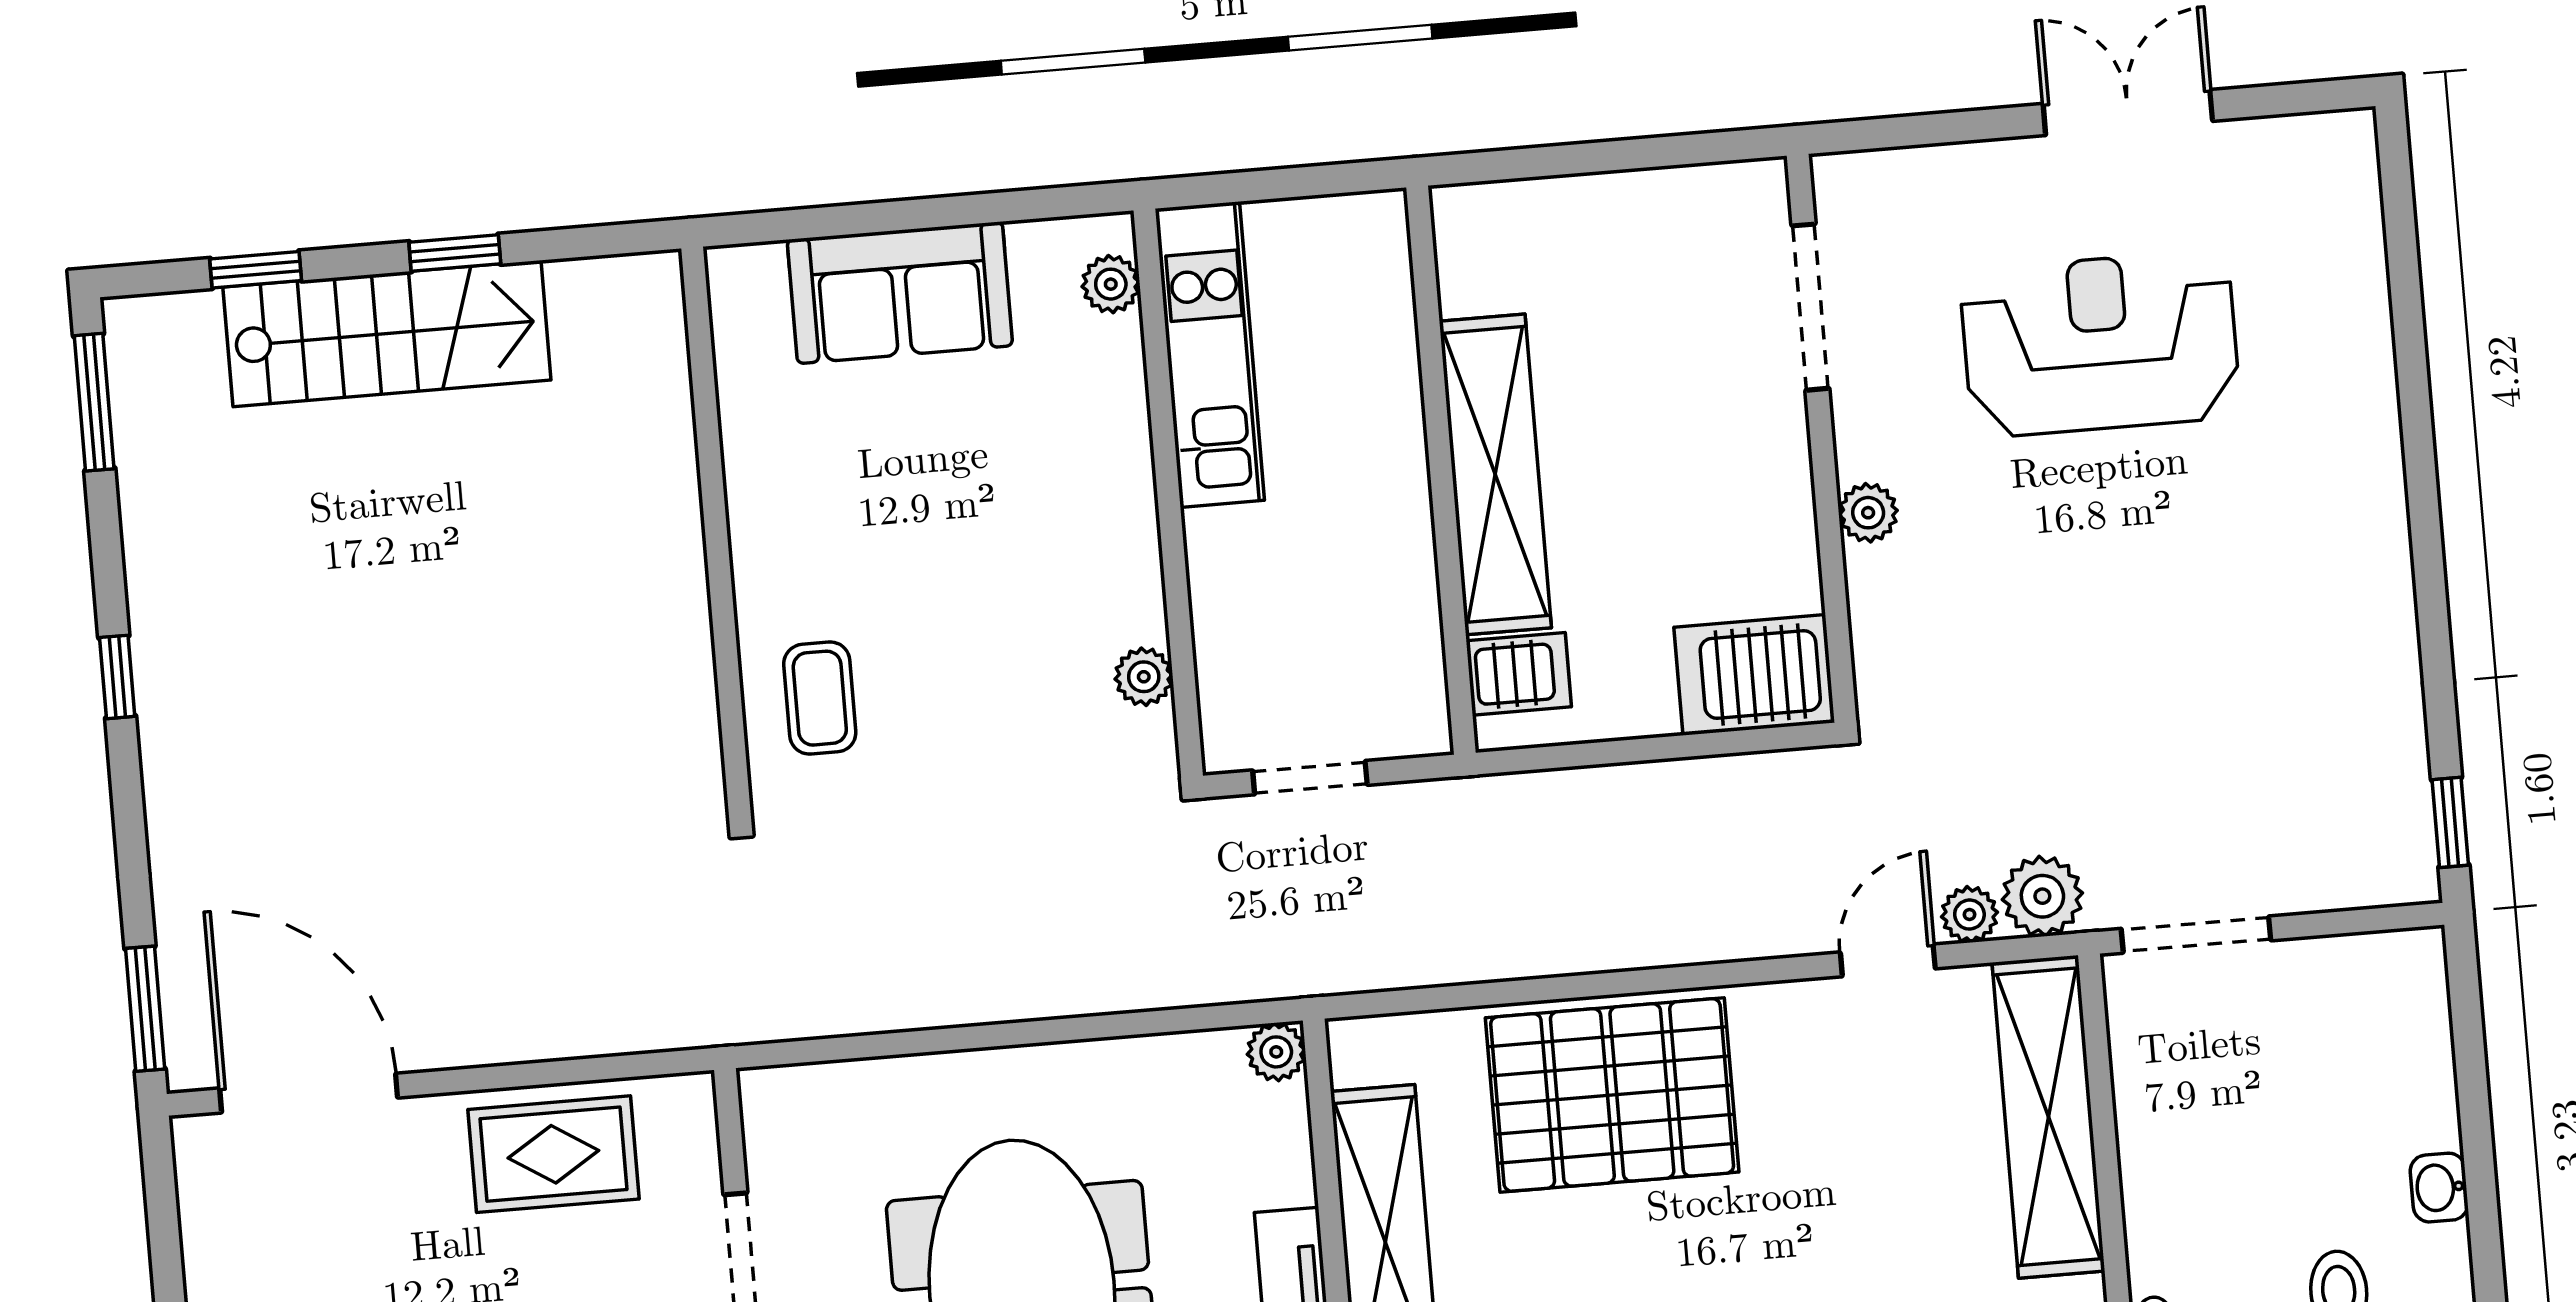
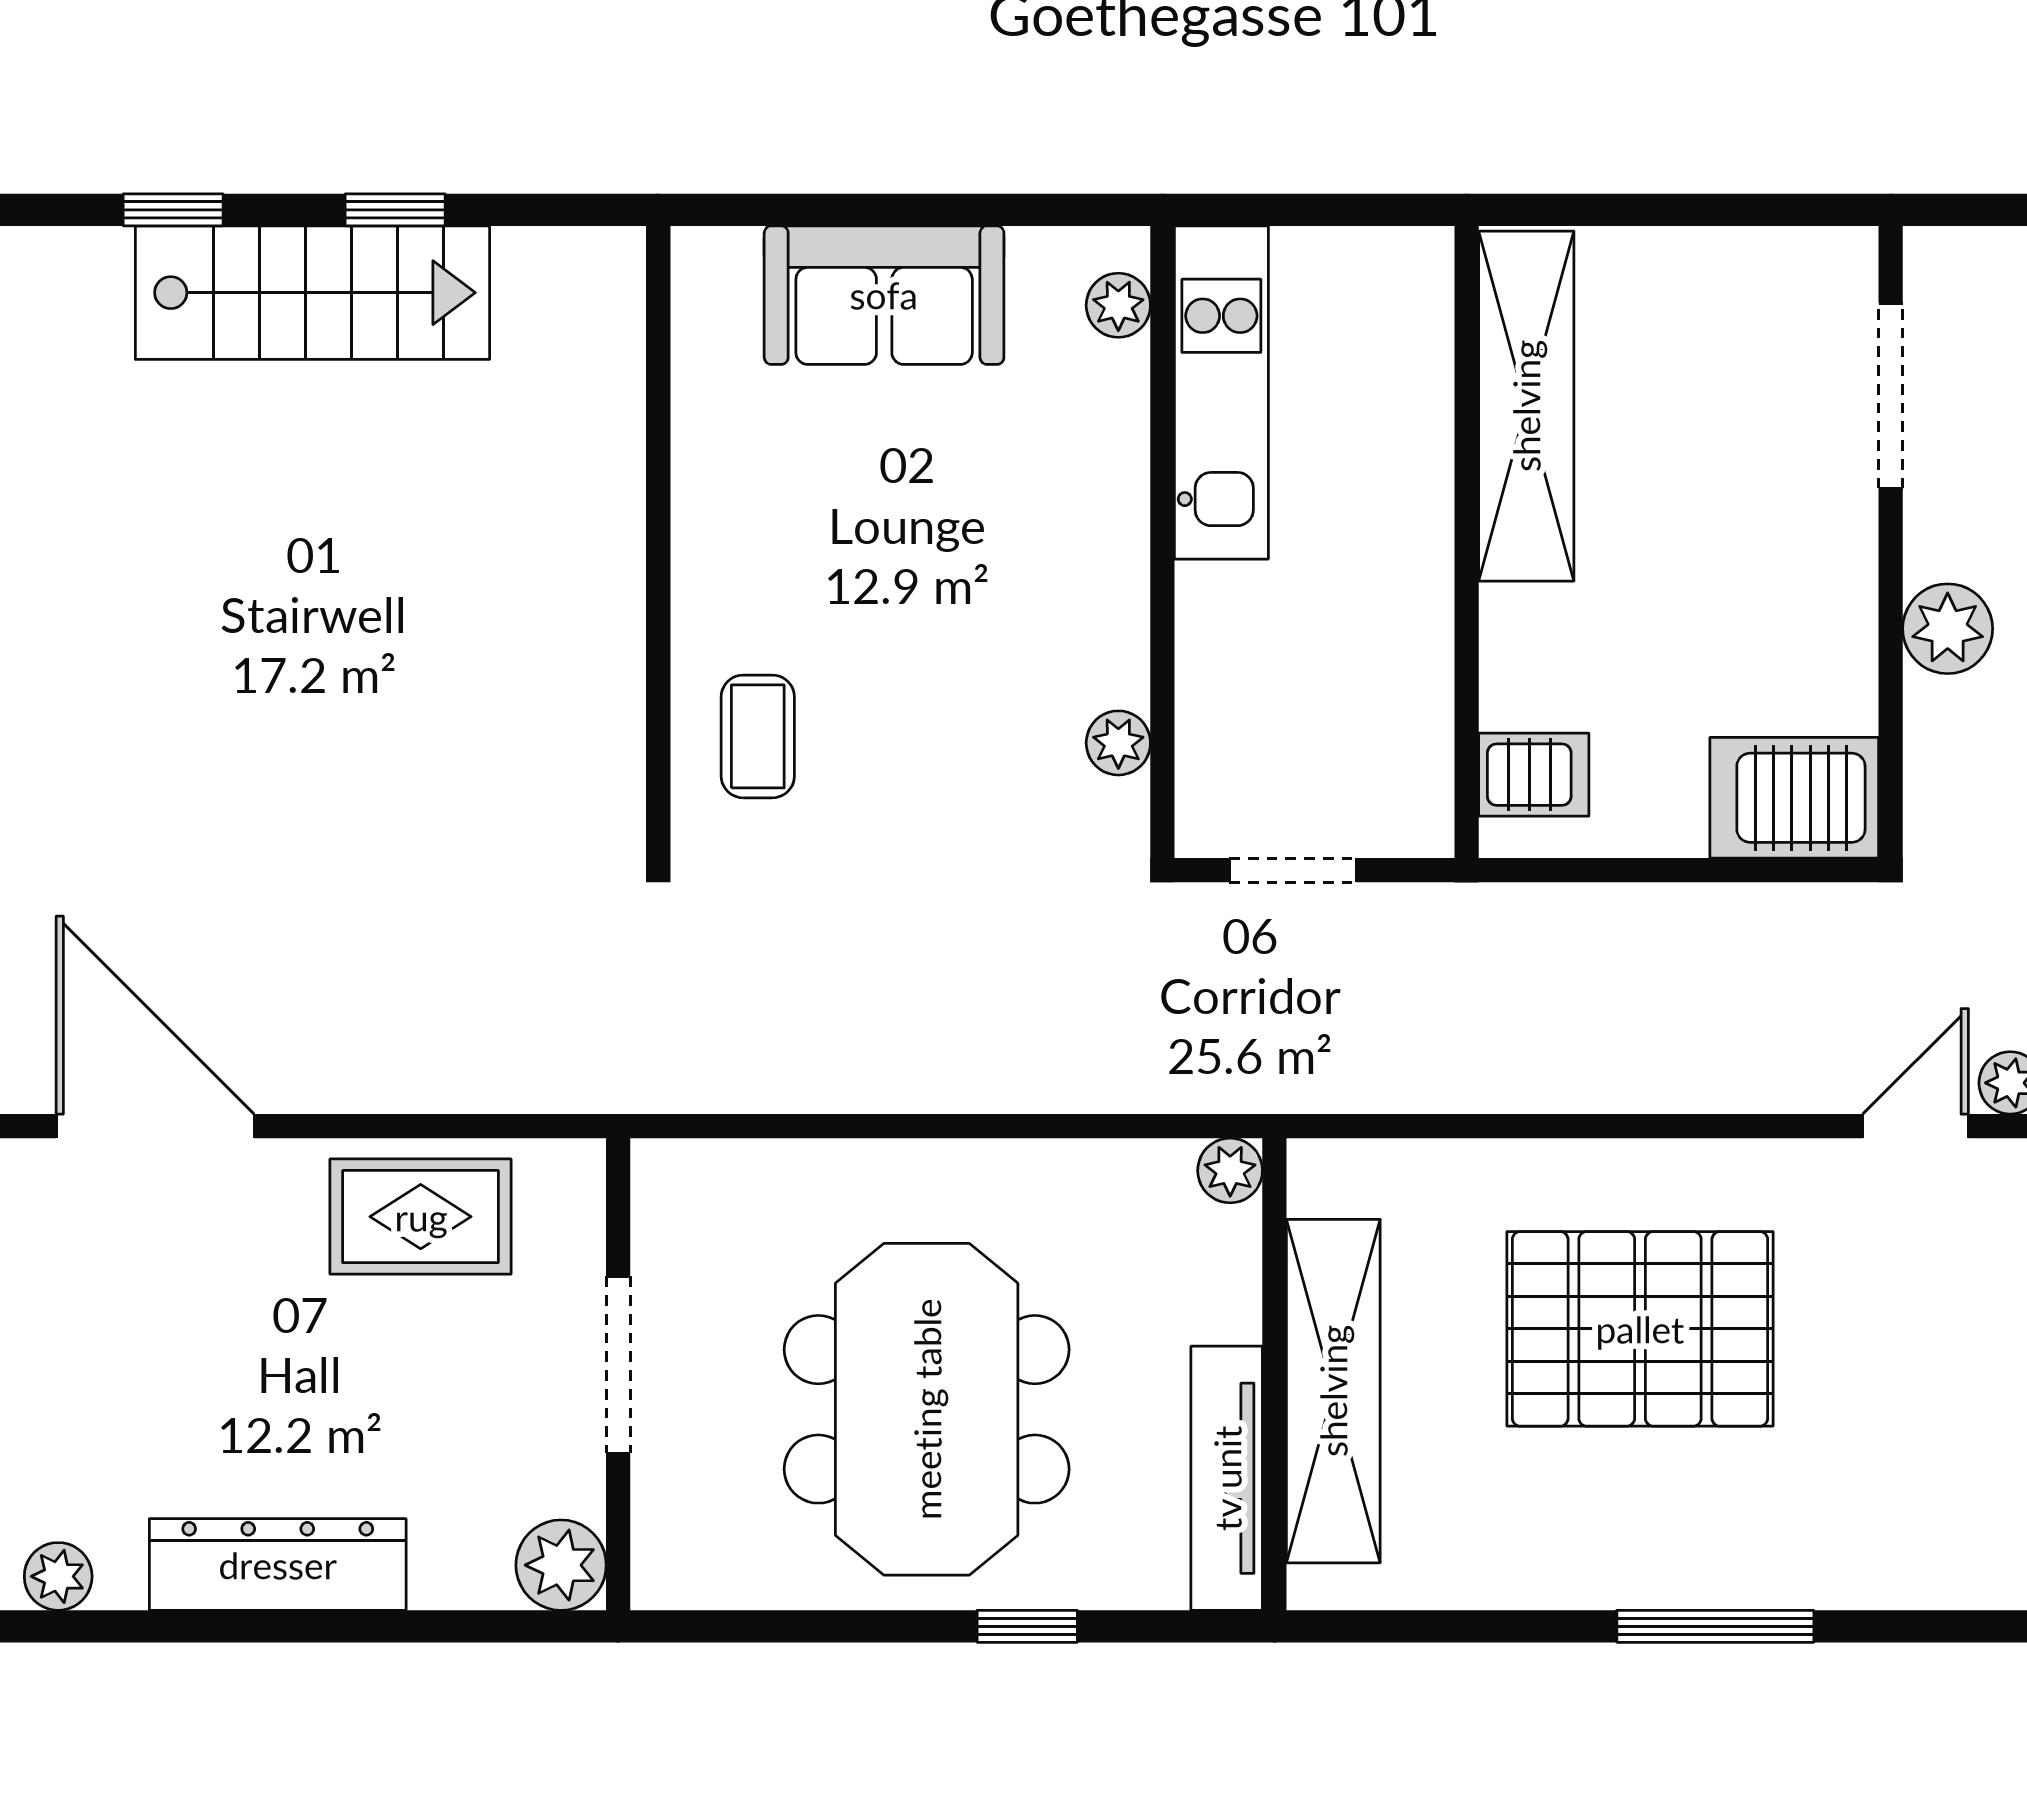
shelving: (1495, 474) -> (1526, 406), moved
plant: (1868, 513) -> (1948, 629), width x1.38, depth x1.38
pallet: (1612, 1095) -> (1640, 1329), moved

